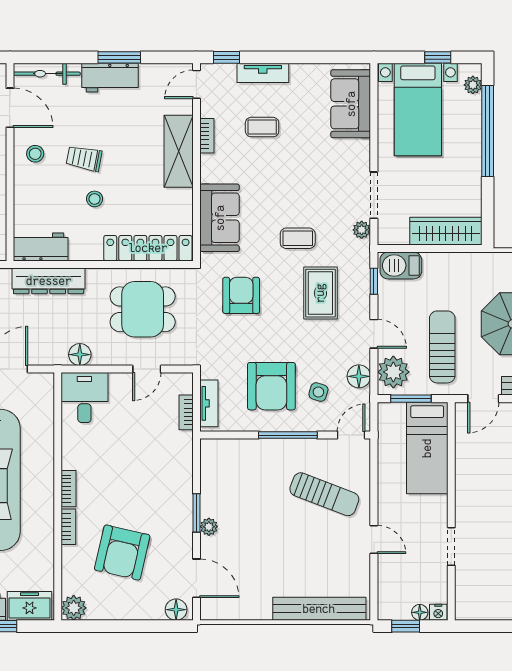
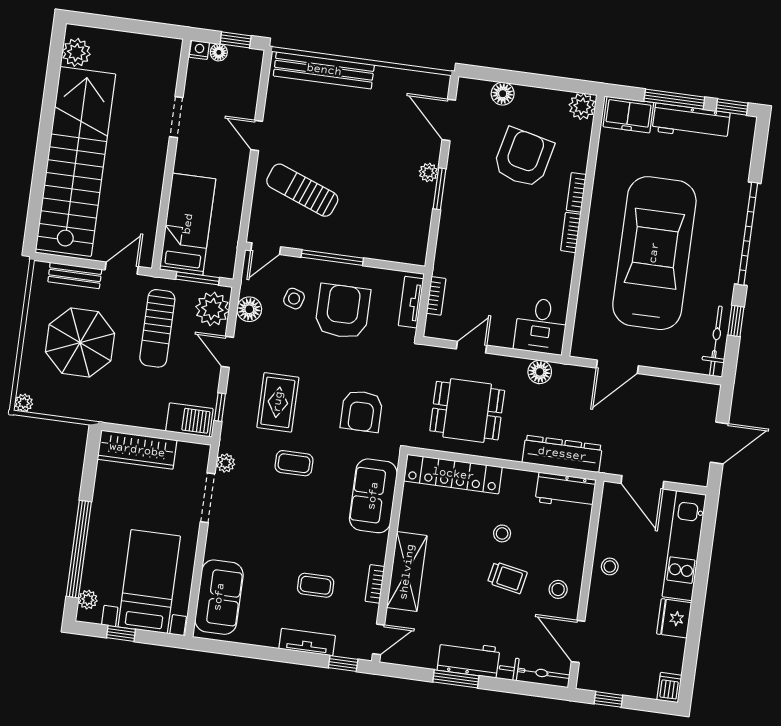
floor lamp: (176, 610) -> (503, 94), moved

